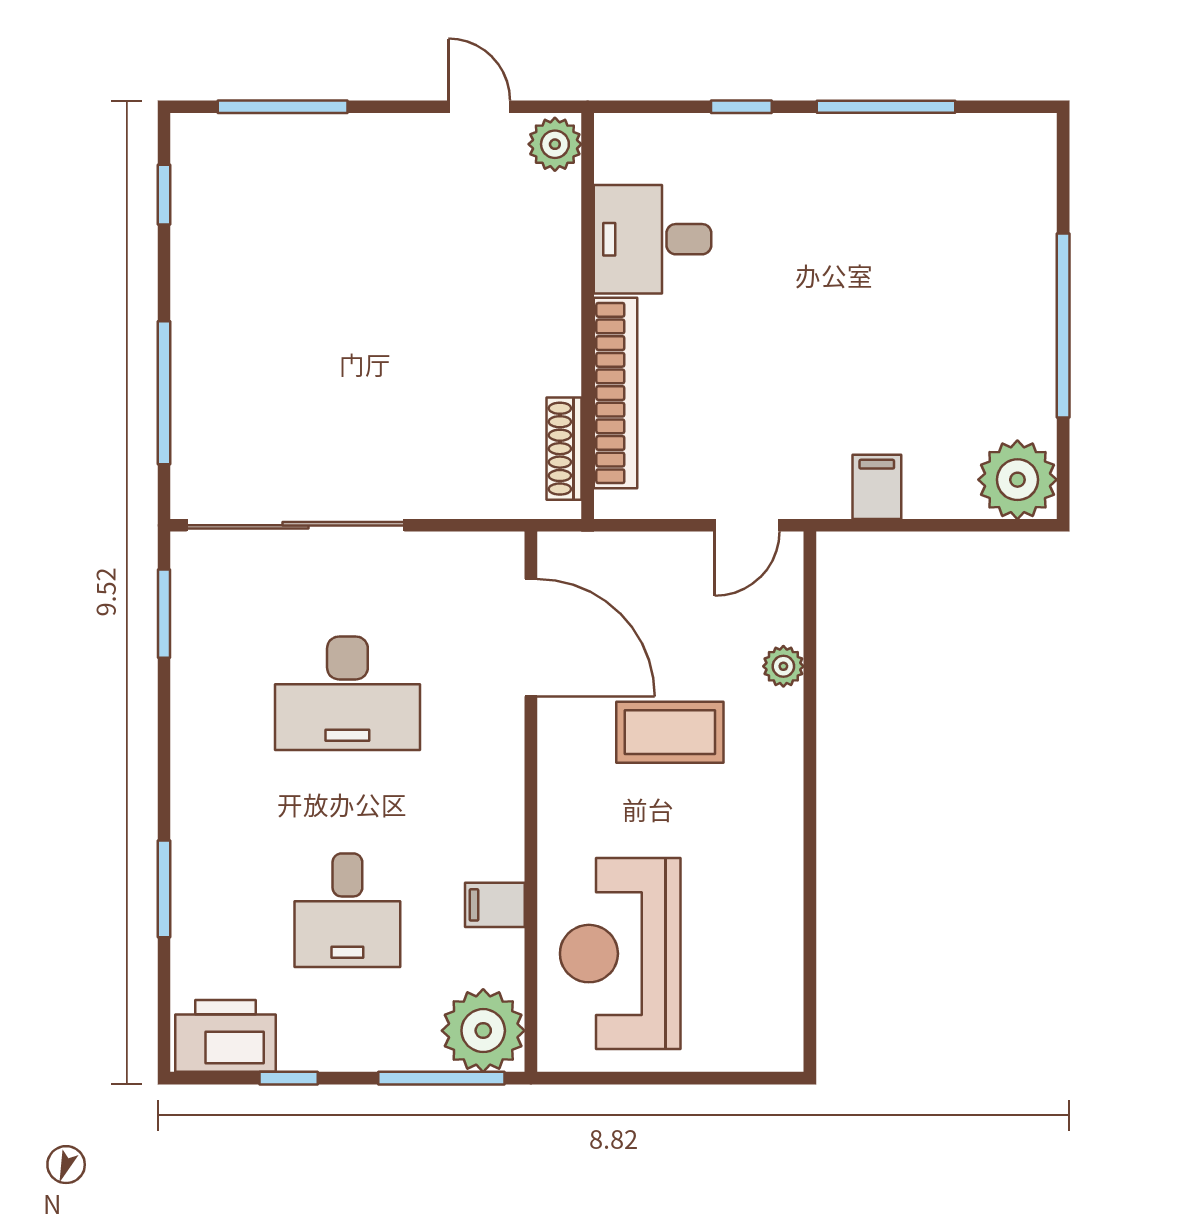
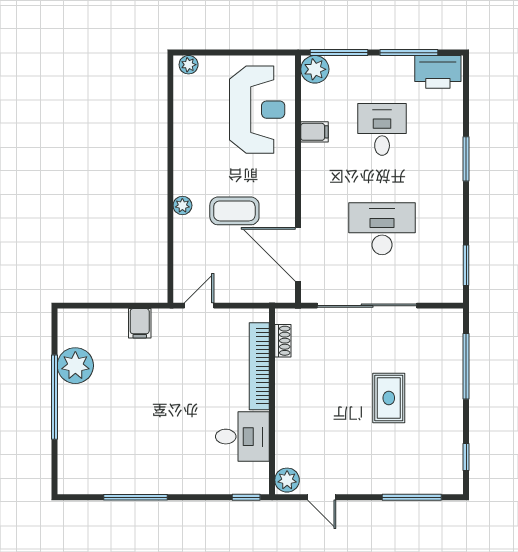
window: (741, 107) -> (246, 497), moved
rug: (333, 324) -> (389, 398), added
shoe rack: (564, 449) -> (283, 341), width x0.70
plant: (1017, 480) -> (75, 366), moved
sliding door: (296, 525) -> (367, 306), moved
plant: (783, 666) -> (182, 205), moved
window: (164, 889) -> (466, 159), moved
plant: (483, 1031) -> (315, 69), width x0.73, depth x0.73
plant: (770, 1052) -> (189, 65), added
window: (289, 1078) -> (409, 53), width x2.17

